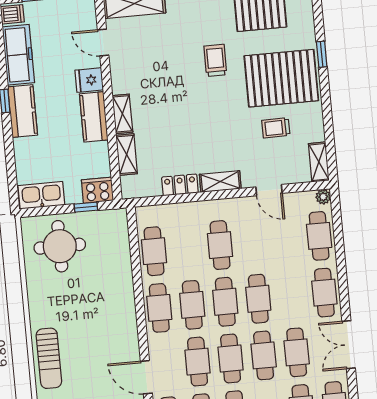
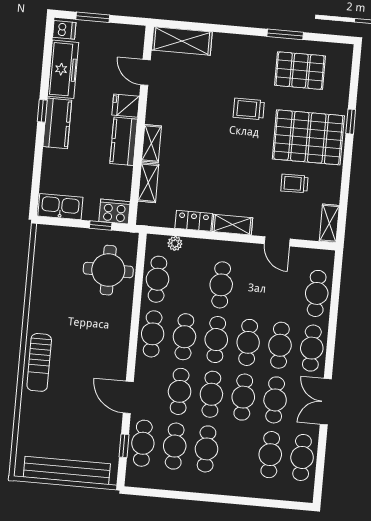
trolley: (215, 60) -> (249, 109), turned -90
plant: (323, 197) -> (175, 243), moved
round table: (60, 246) -> (108, 270), moved
cafe table: (291, 296) -> (280, 345), added

